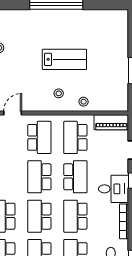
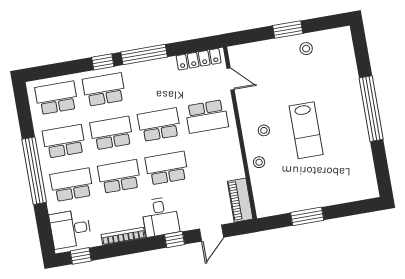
school desk: (75, 137) -> (214, 160), removed
school desk: (75, 177) -> (167, 168), turned 180

